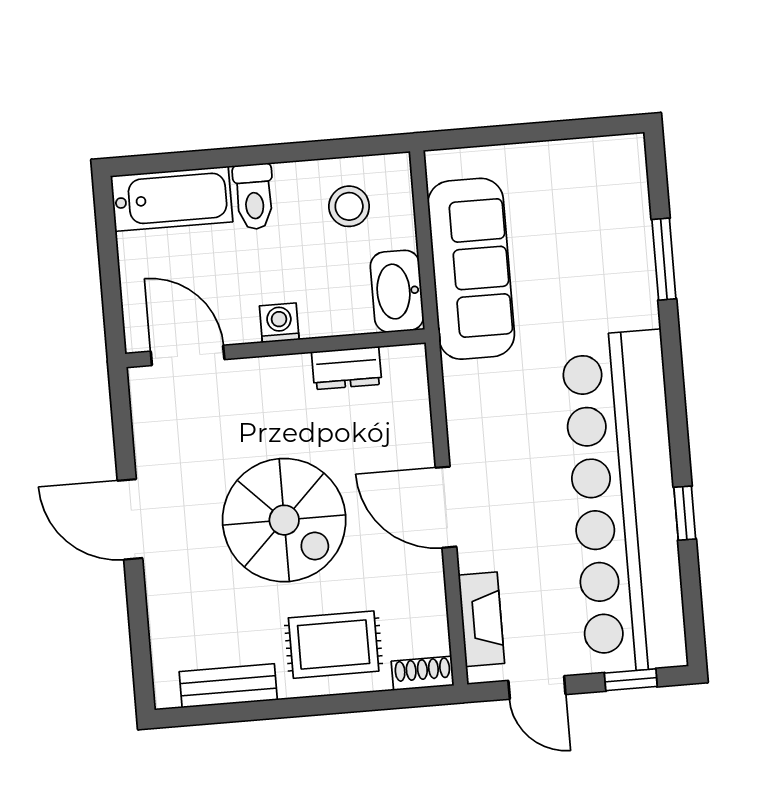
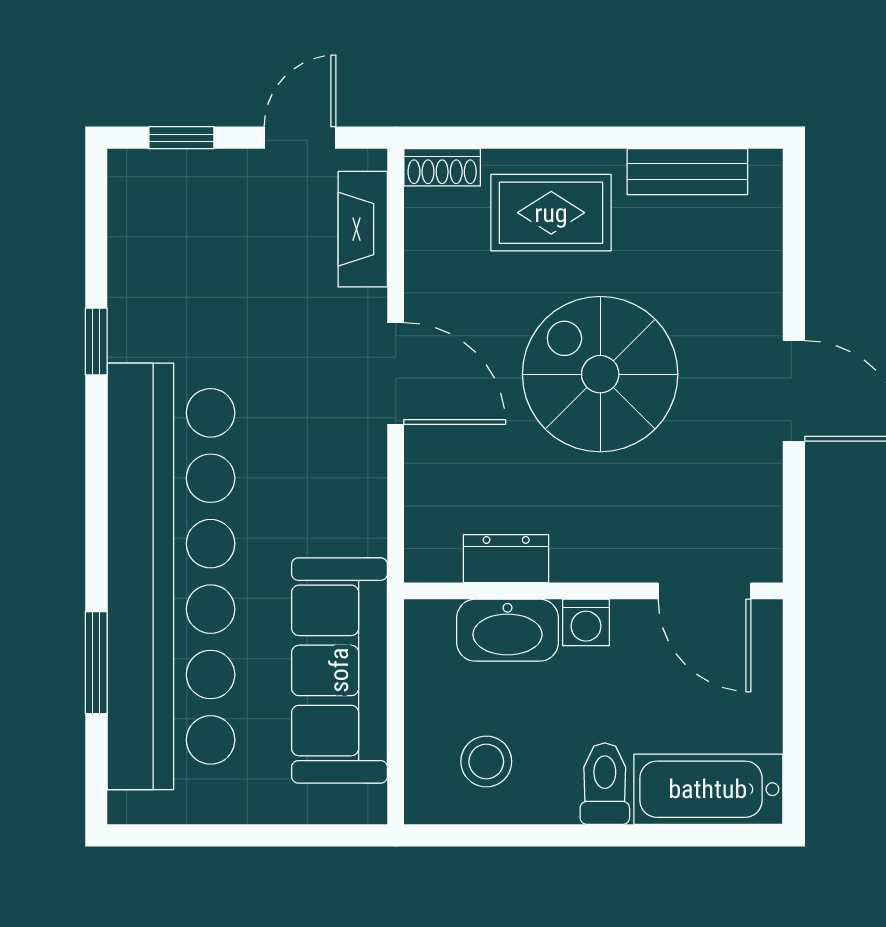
washbasin: (397, 291) -> (508, 630), moved, turned 90
bar counter: (624, 502) -> (171, 576), moved
door: (537, 687) -> (300, 138), hinge flipped

